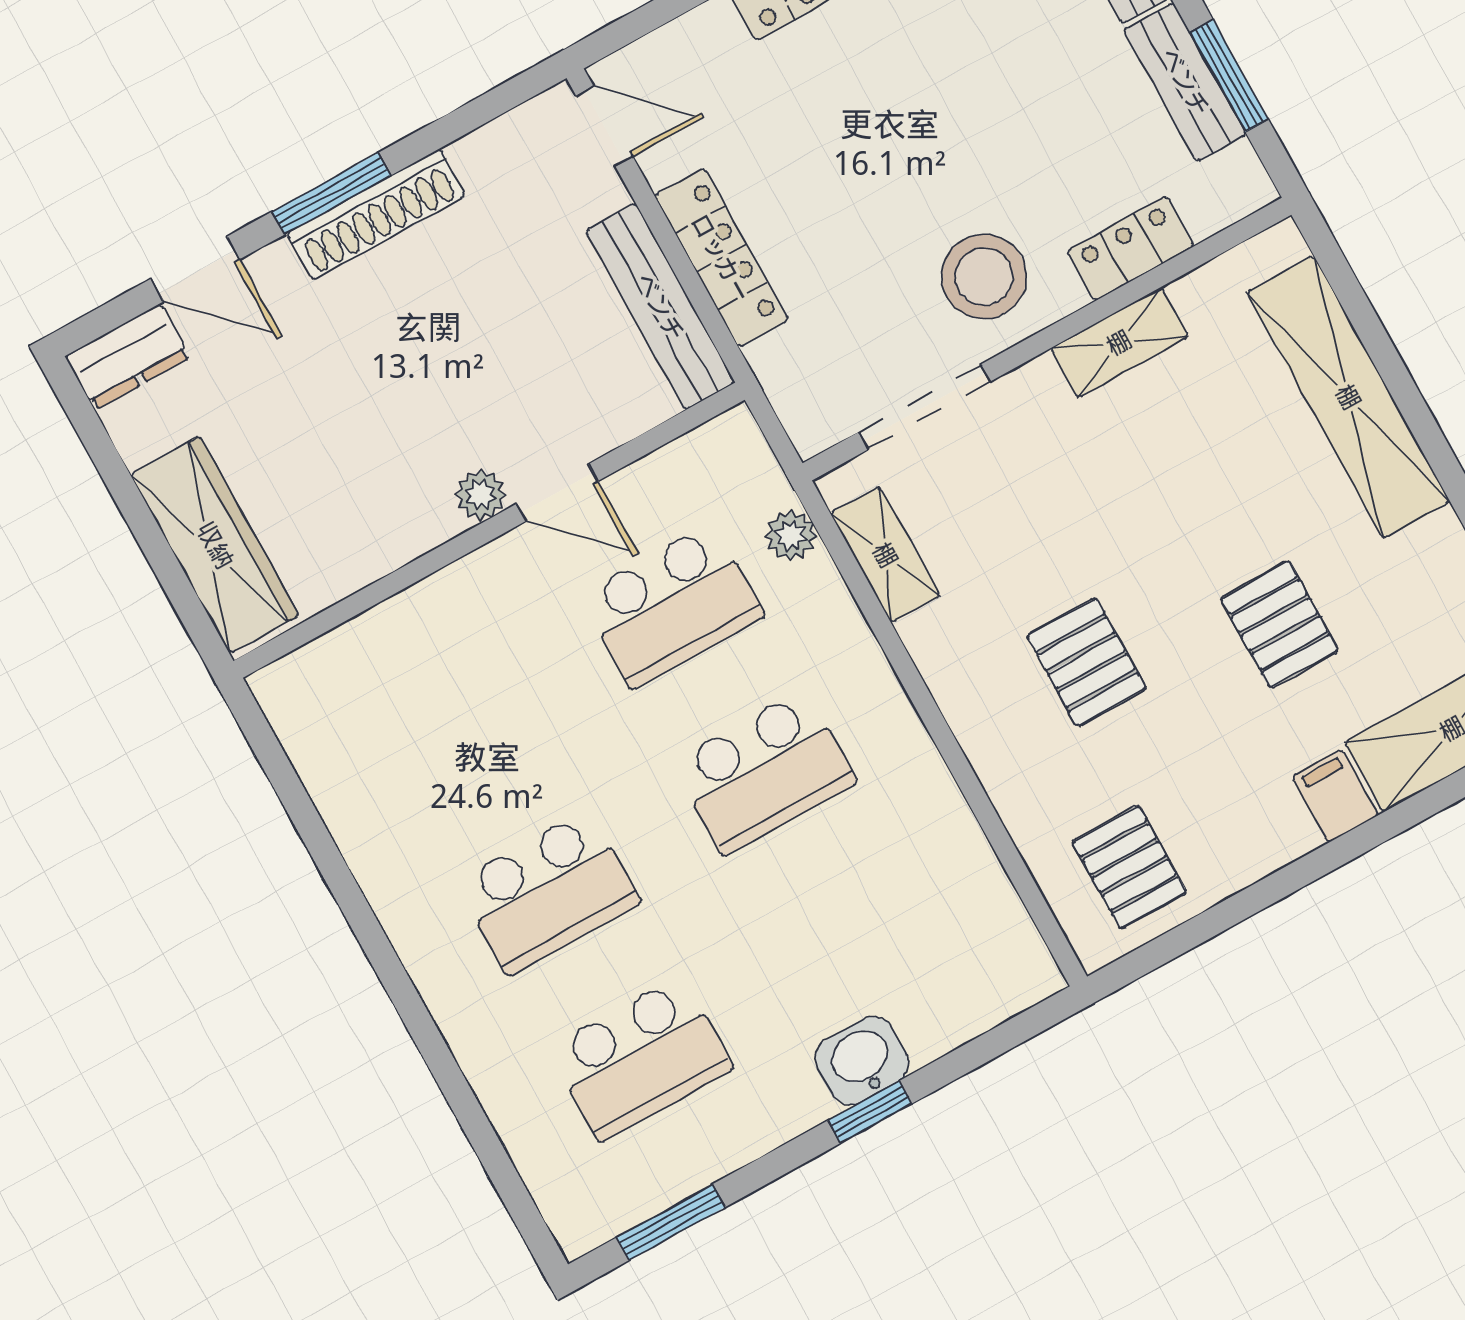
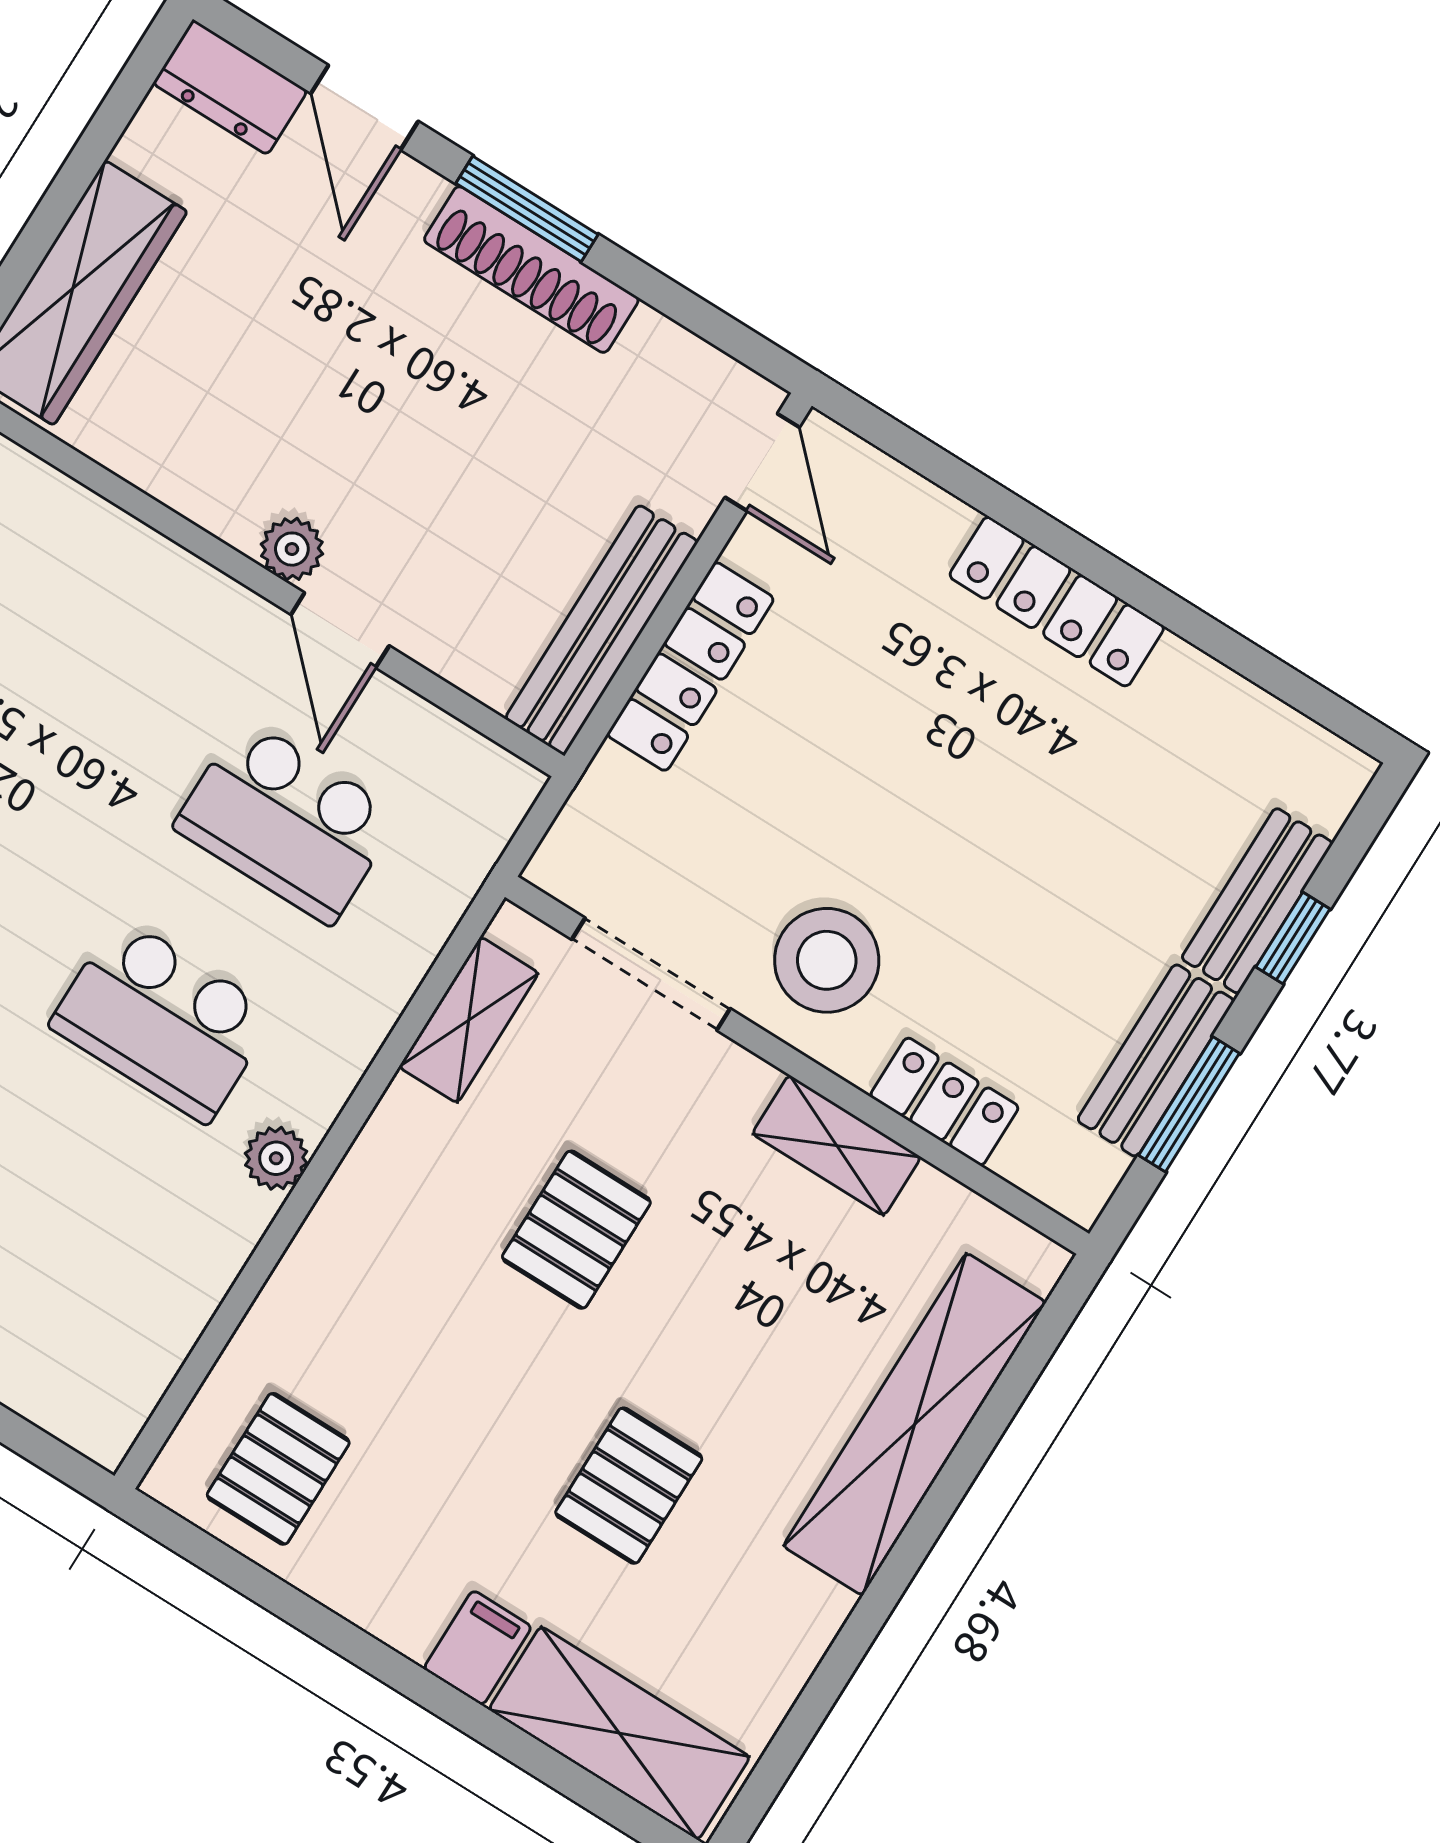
plant: (791, 535) -> (276, 1158), moved
pallet: (1087, 662) -> (576, 1230), moved

